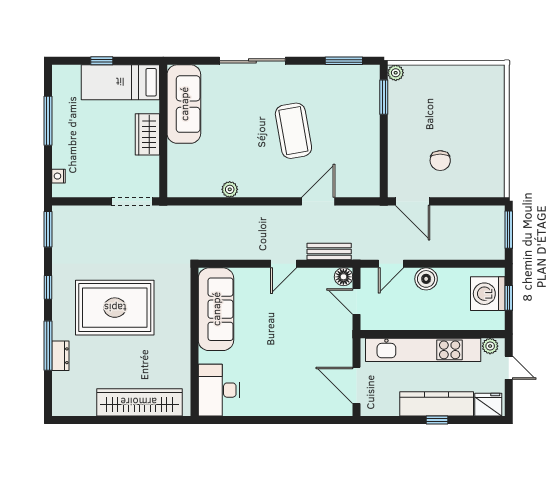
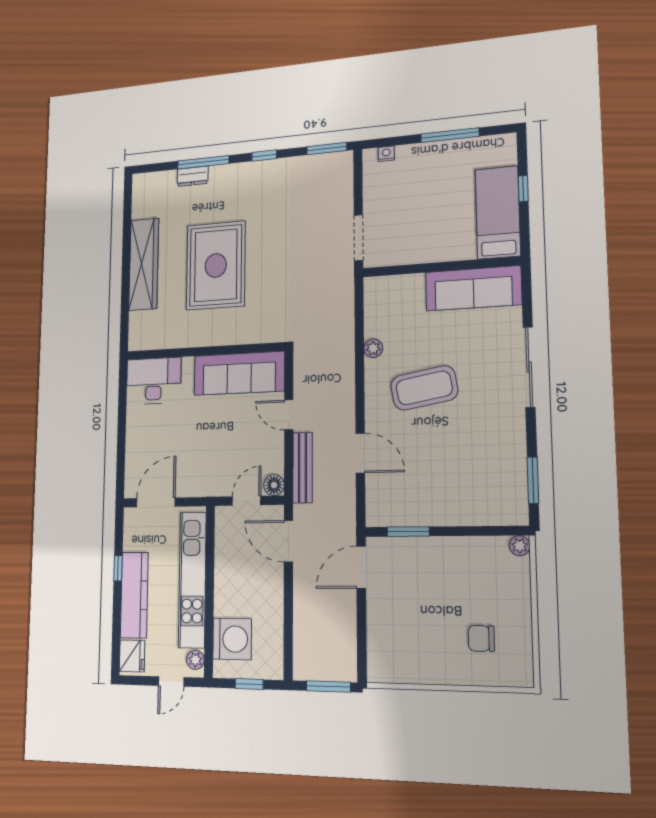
window: (384, 97) -> (408, 532), moved
coffee table: (293, 131) -> (424, 388), moved
wardrobe: (147, 134) -> (436, 249), removed
chair: (440, 161) -> (481, 638), moved
bench: (329, 252) -> (303, 468), width x1.36
door: (391, 264) -> (288, 541), width x1.38
boiler: (426, 279) -> (271, 583), removed
washing machine: (488, 294) -> (232, 639), moved, turned 90
rug: (115, 308) -> (216, 265), moved
sofa: (216, 309) -> (239, 373), moved
wall: (194, 342) -> (204, 351), moved
desk: (219, 390) -> (154, 381), moved
window: (437, 420) -> (118, 568), moved

